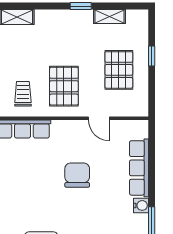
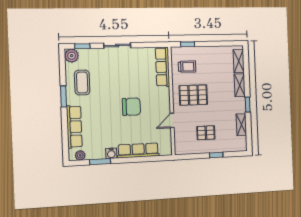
shelving: (52, 17) -> (240, 85), added
pallet: (119, 70) -> (206, 133), width x0.67, depth x0.71

